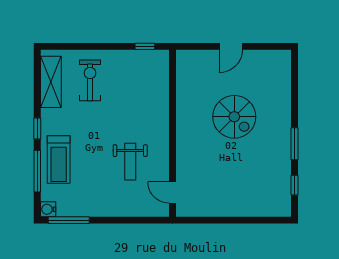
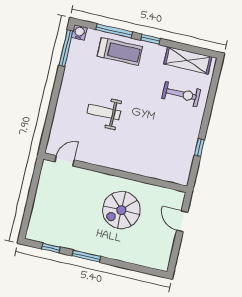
wall: (173, 133) -> (115, 173), moved
treadmill: (59, 160) -> (120, 51), turned 180
door: (173, 193) -> (65, 161), moved

